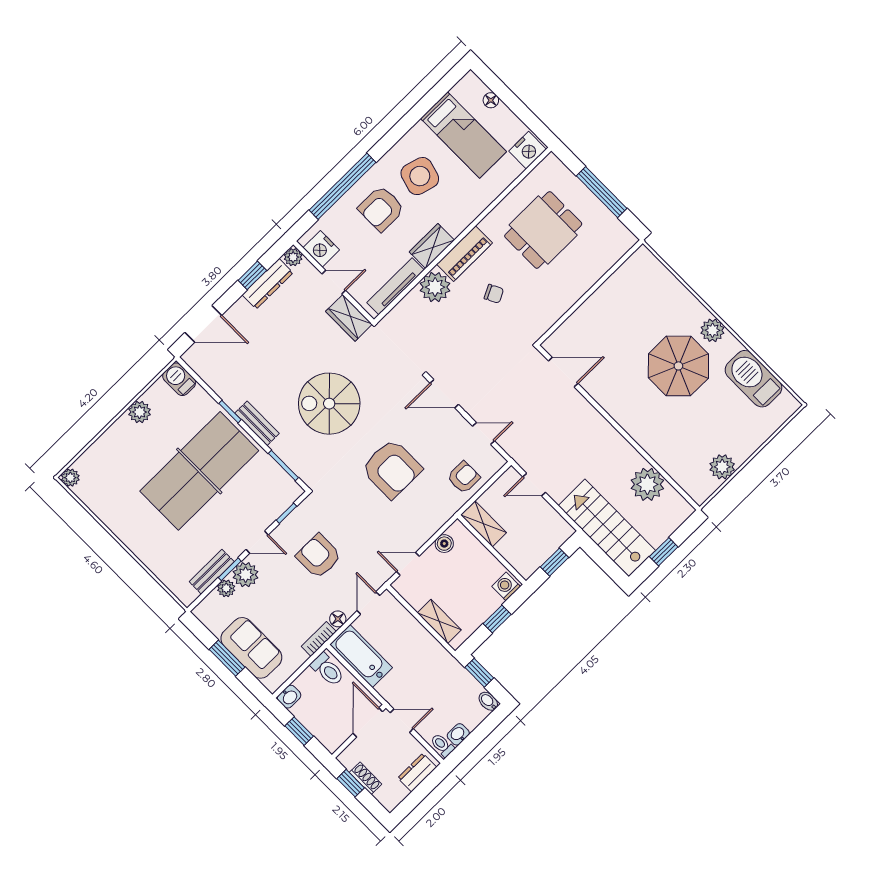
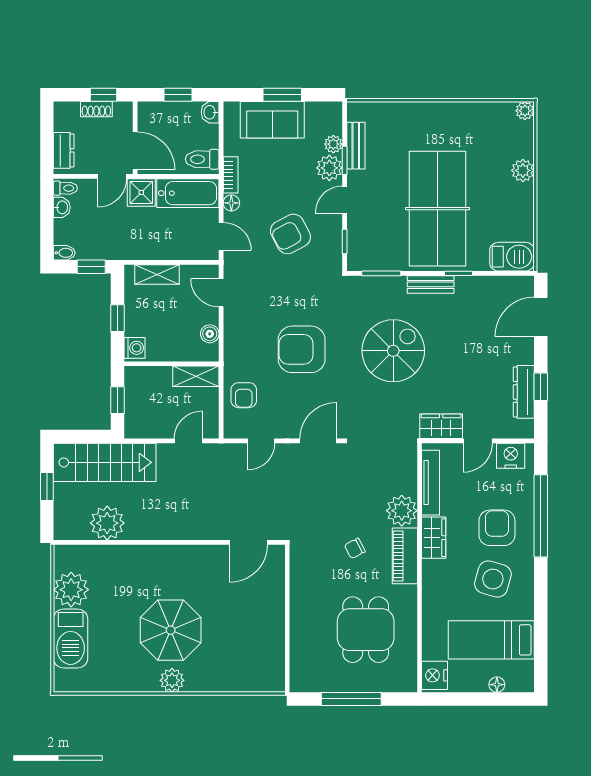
plant: (293, 257) -> (525, 429), removed
barbecue: (179, 379) -> (512, 257), width x1.38, depth x1.27
barbecue: (753, 379) -> (71, 639), moved, turned 90
plant: (140, 412) -> (523, 170), moved
plant: (722, 467) -> (71, 590), width x1.36, depth x1.36
armchair: (319, 556) -> (290, 234), turned 152
door: (408, 564) -> (221, 293), swing flipped
shower: (393, 689) -> (141, 192), added

